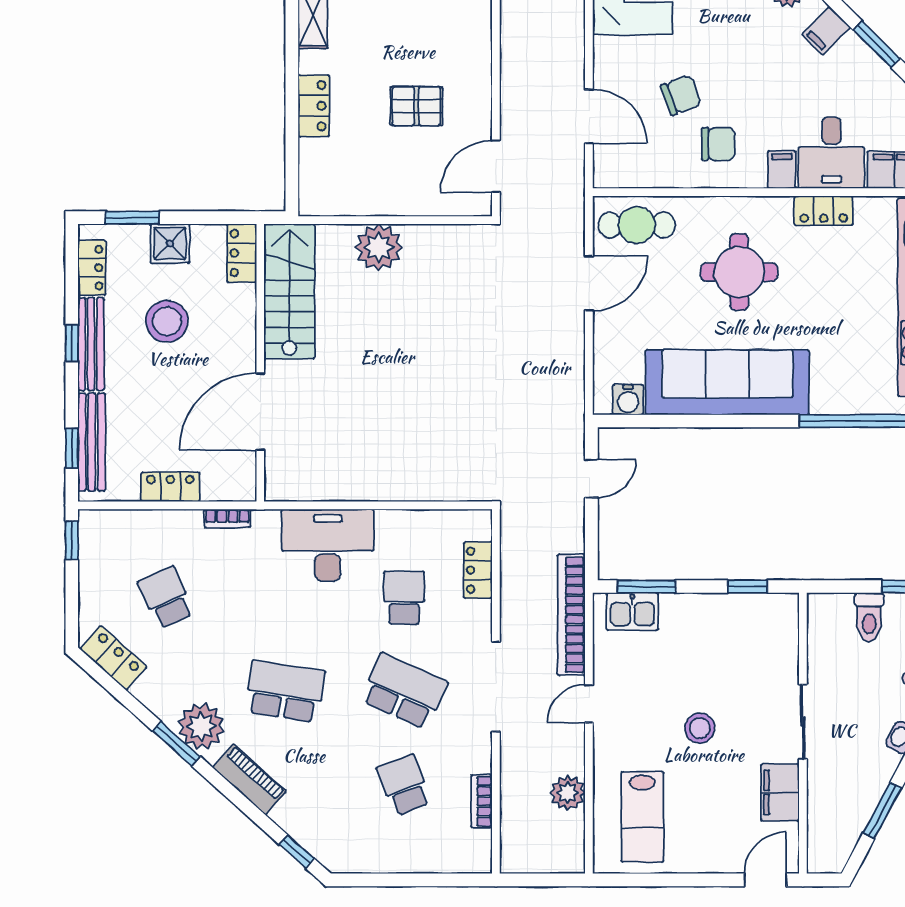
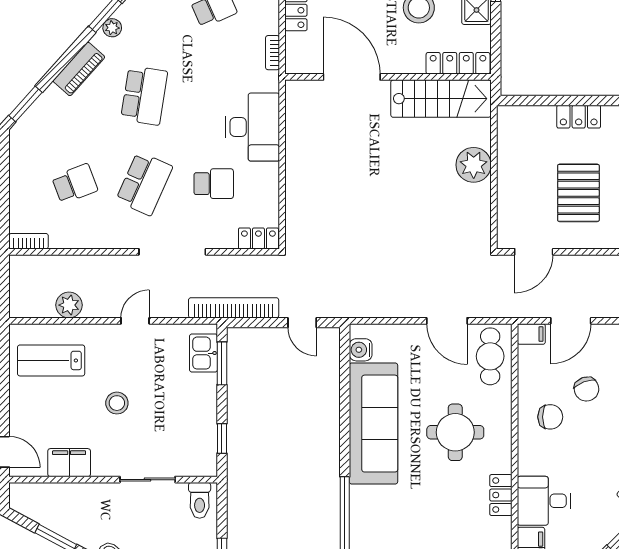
pallet: (416, 106) -> (578, 193), width x1.50, depth x1.42
chair: (718, 144) -> (550, 417), turned -90
door: (496, 166) -> (534, 252), swing flipped
filing cabinet: (782, 170) -> (531, 334), moved
locker: (242, 253) -> (458, 63), width x1.53
locker: (478, 570) -> (258, 238), moved
bookcase: (571, 615) -> (234, 308), moved
toilet: (869, 617) -> (200, 500), moved, turned -90
doorway: (496, 687) -> (172, 252), moved
door: (589, 704) -> (135, 321), hinge flipped
sliding door: (803, 722) -> (148, 480), moved
plant: (201, 726) -> (112, 28), width x0.53, depth x0.53
bookcase: (482, 801) -> (29, 241), moved
window: (297, 851) -> (25, 104), width x1.50

